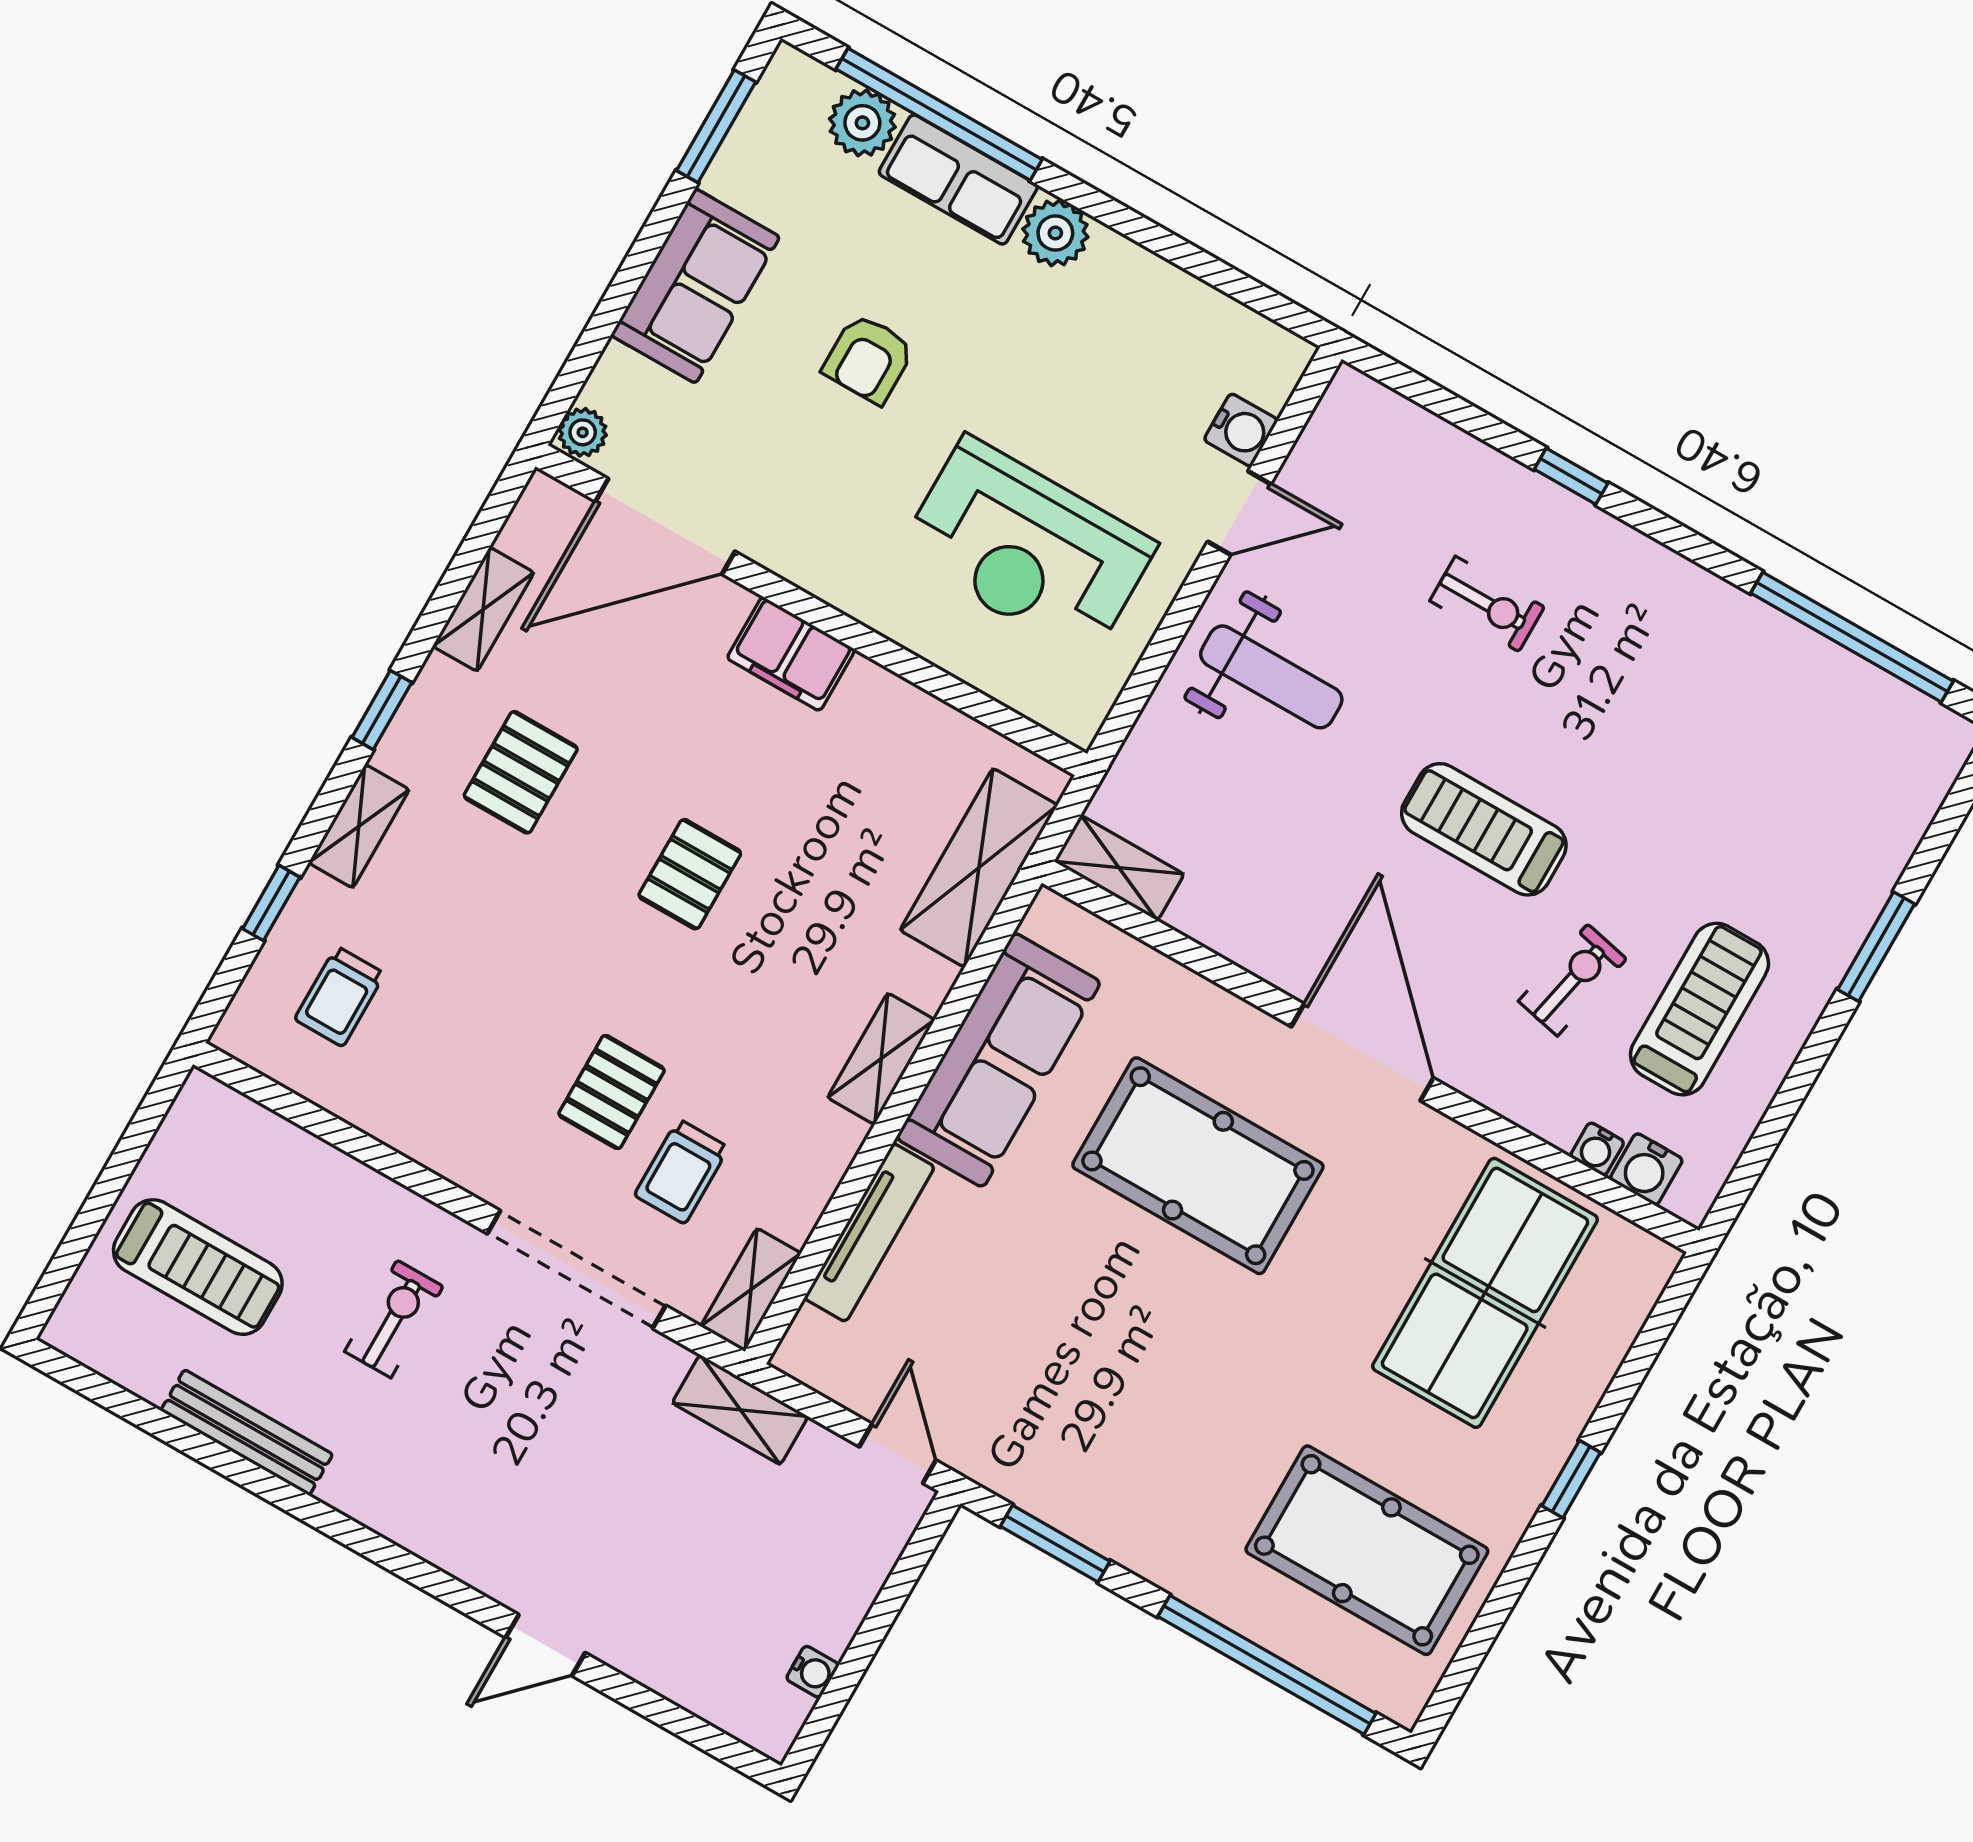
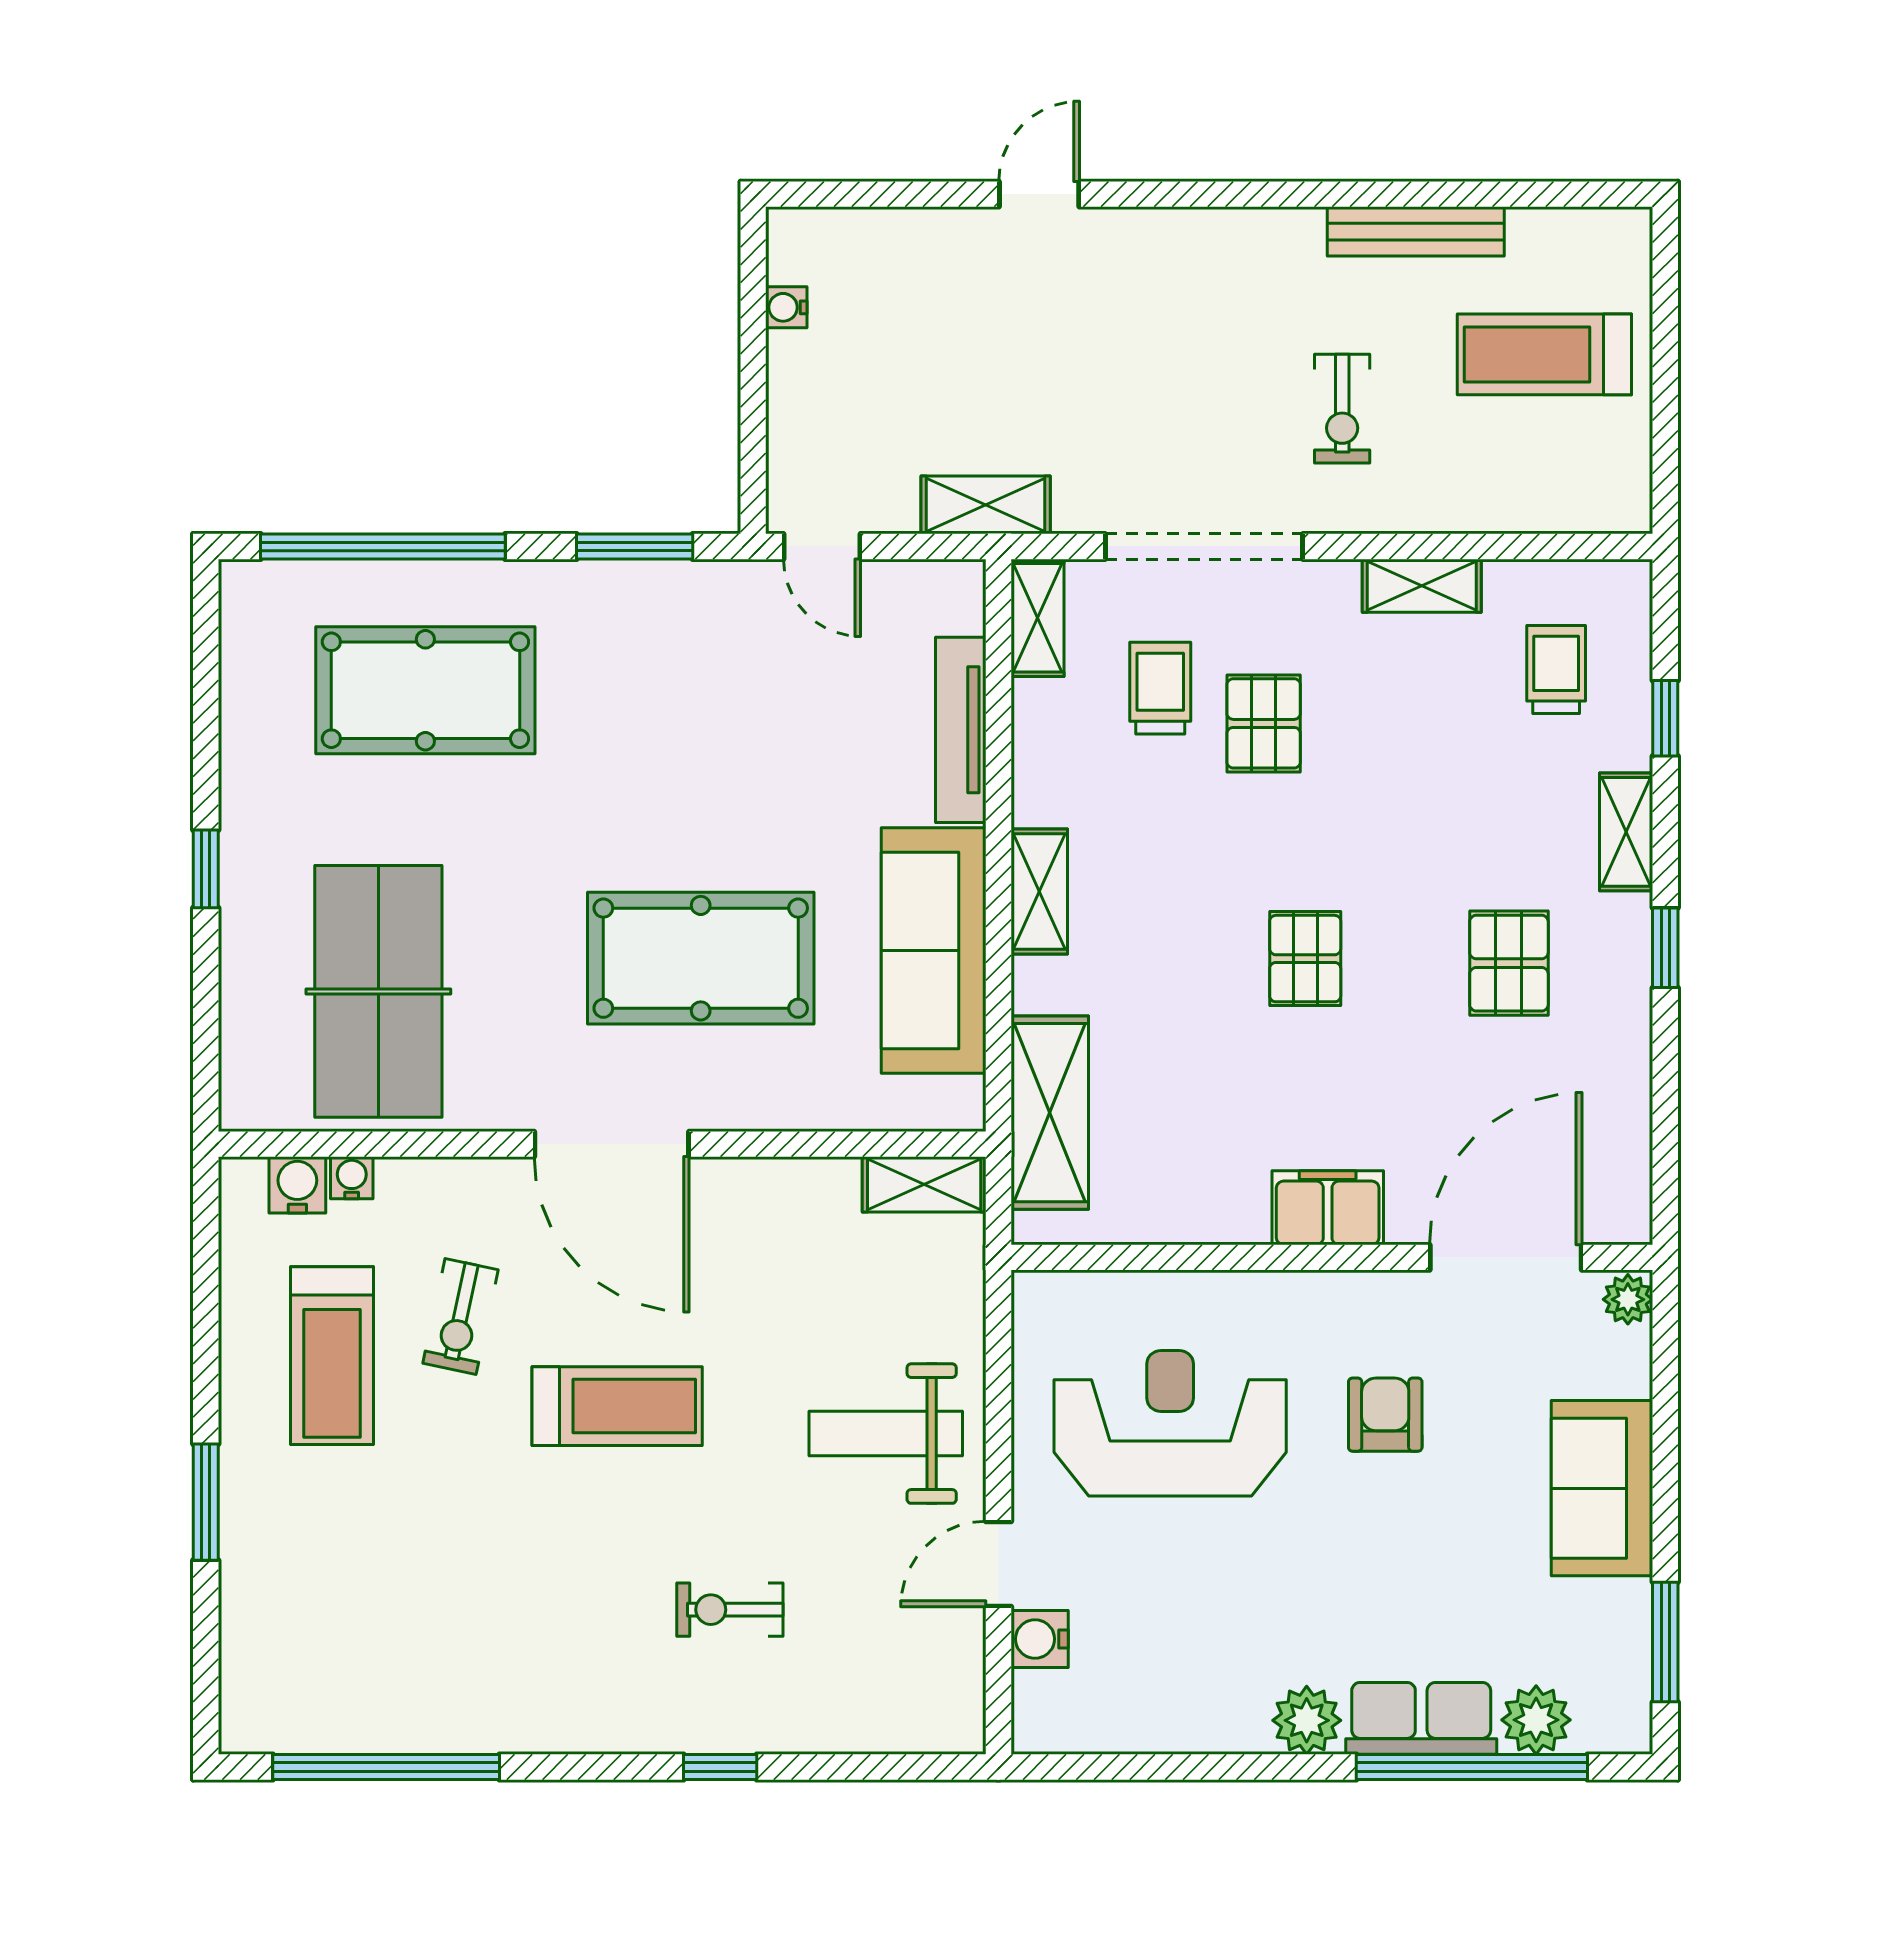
armchair: (868, 359) -> (1385, 1415), moved
shelving: (483, 609) -> (1422, 586), moved, turned 90
pool table: (1367, 1550) -> (425, 690), moved

